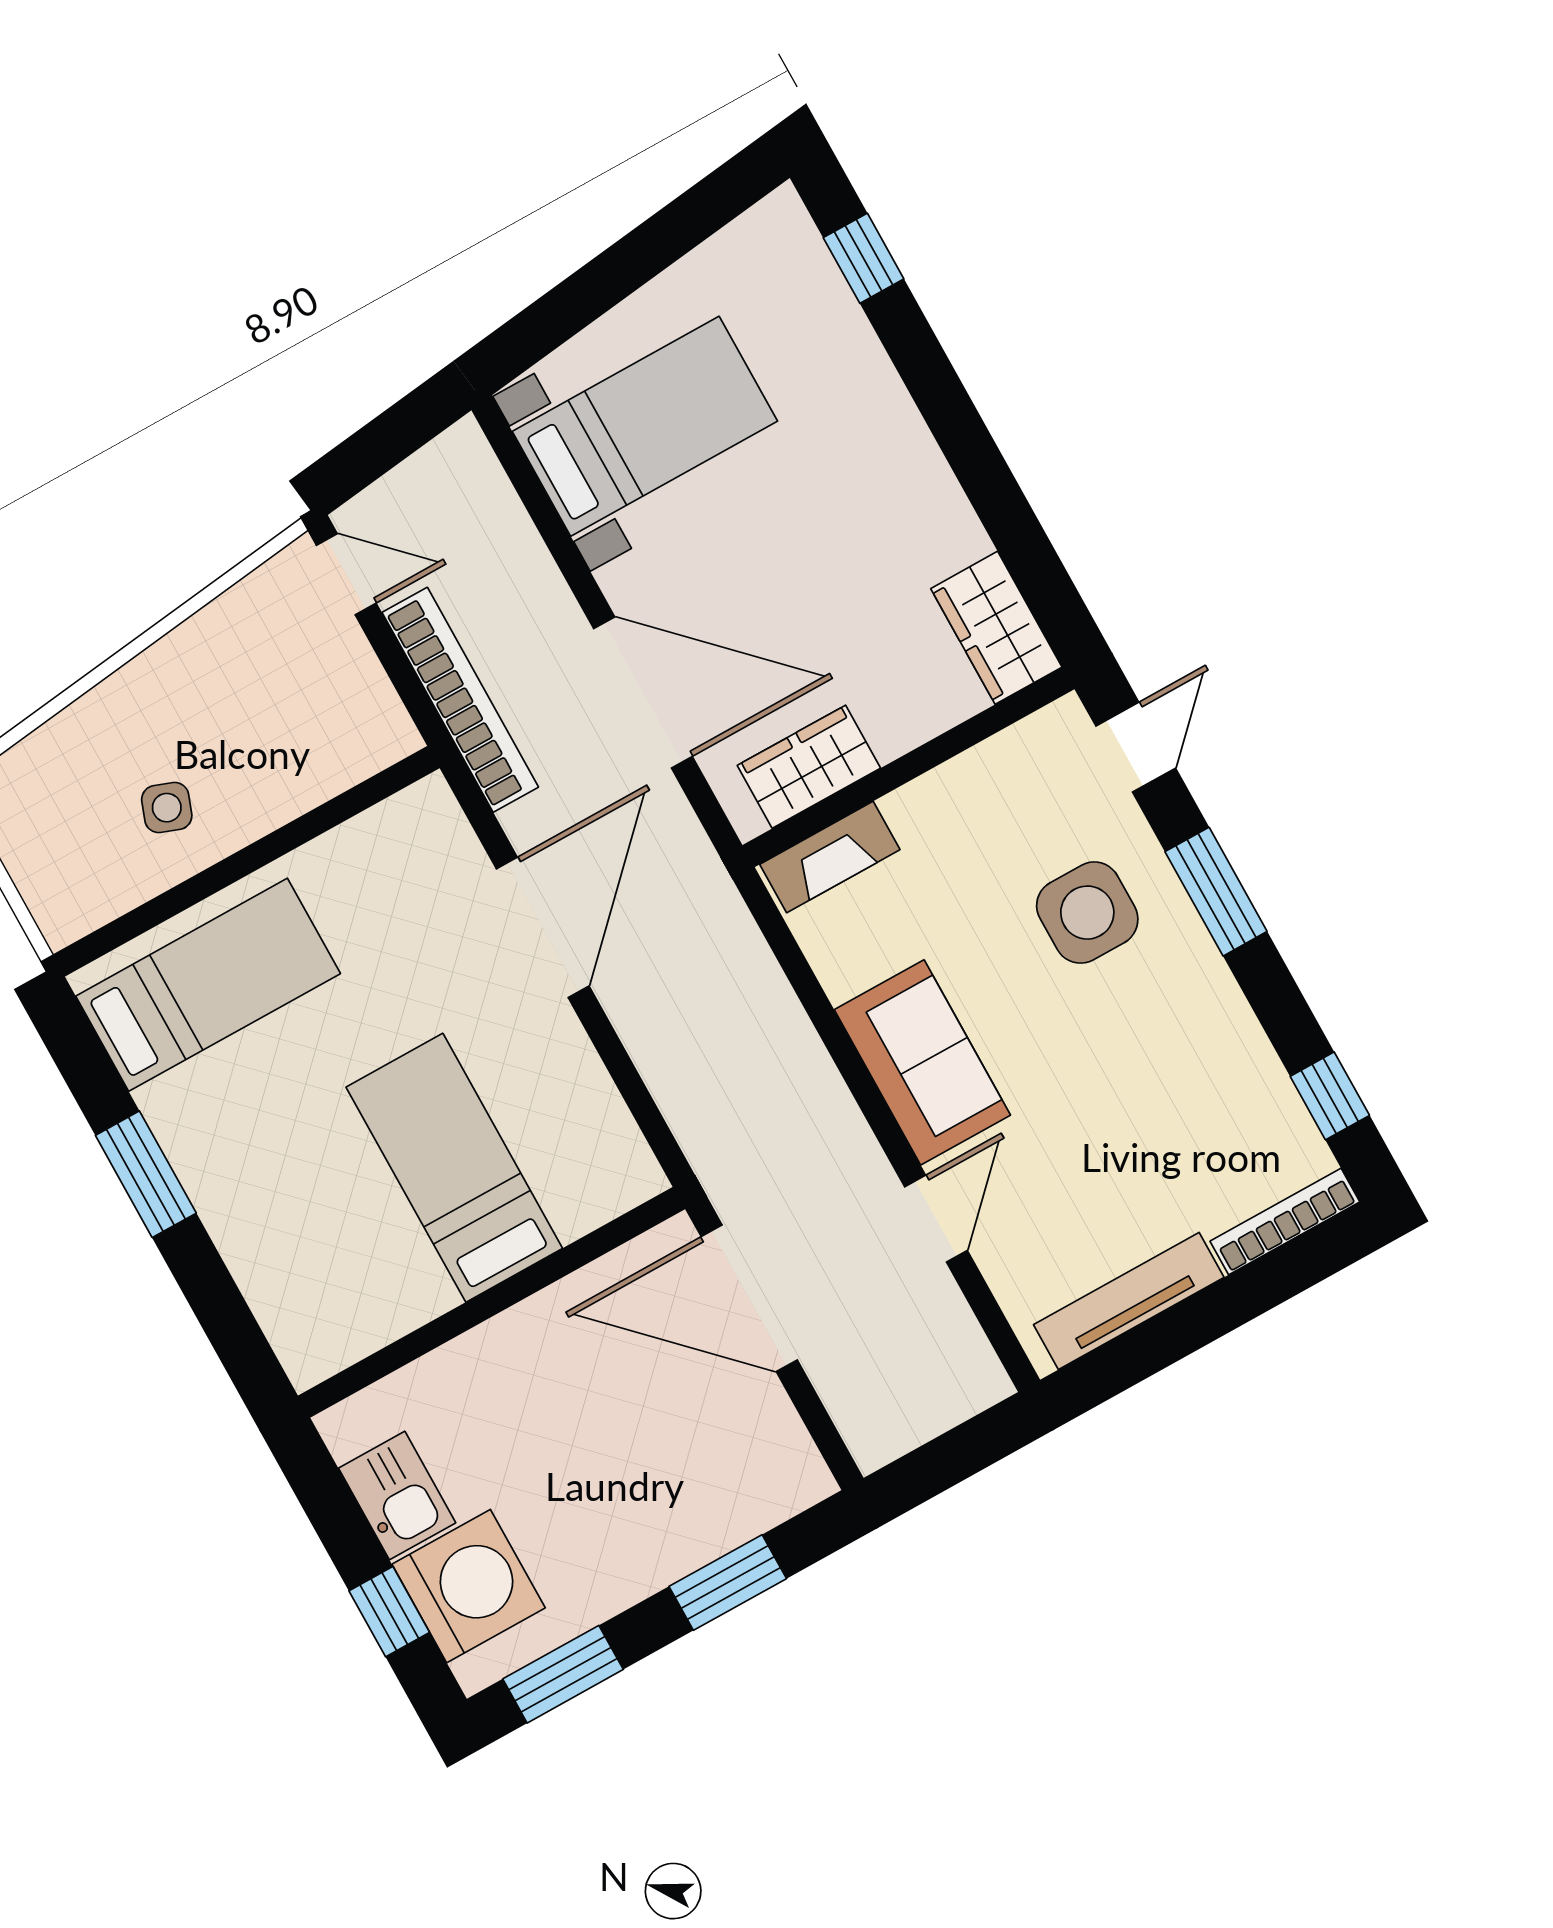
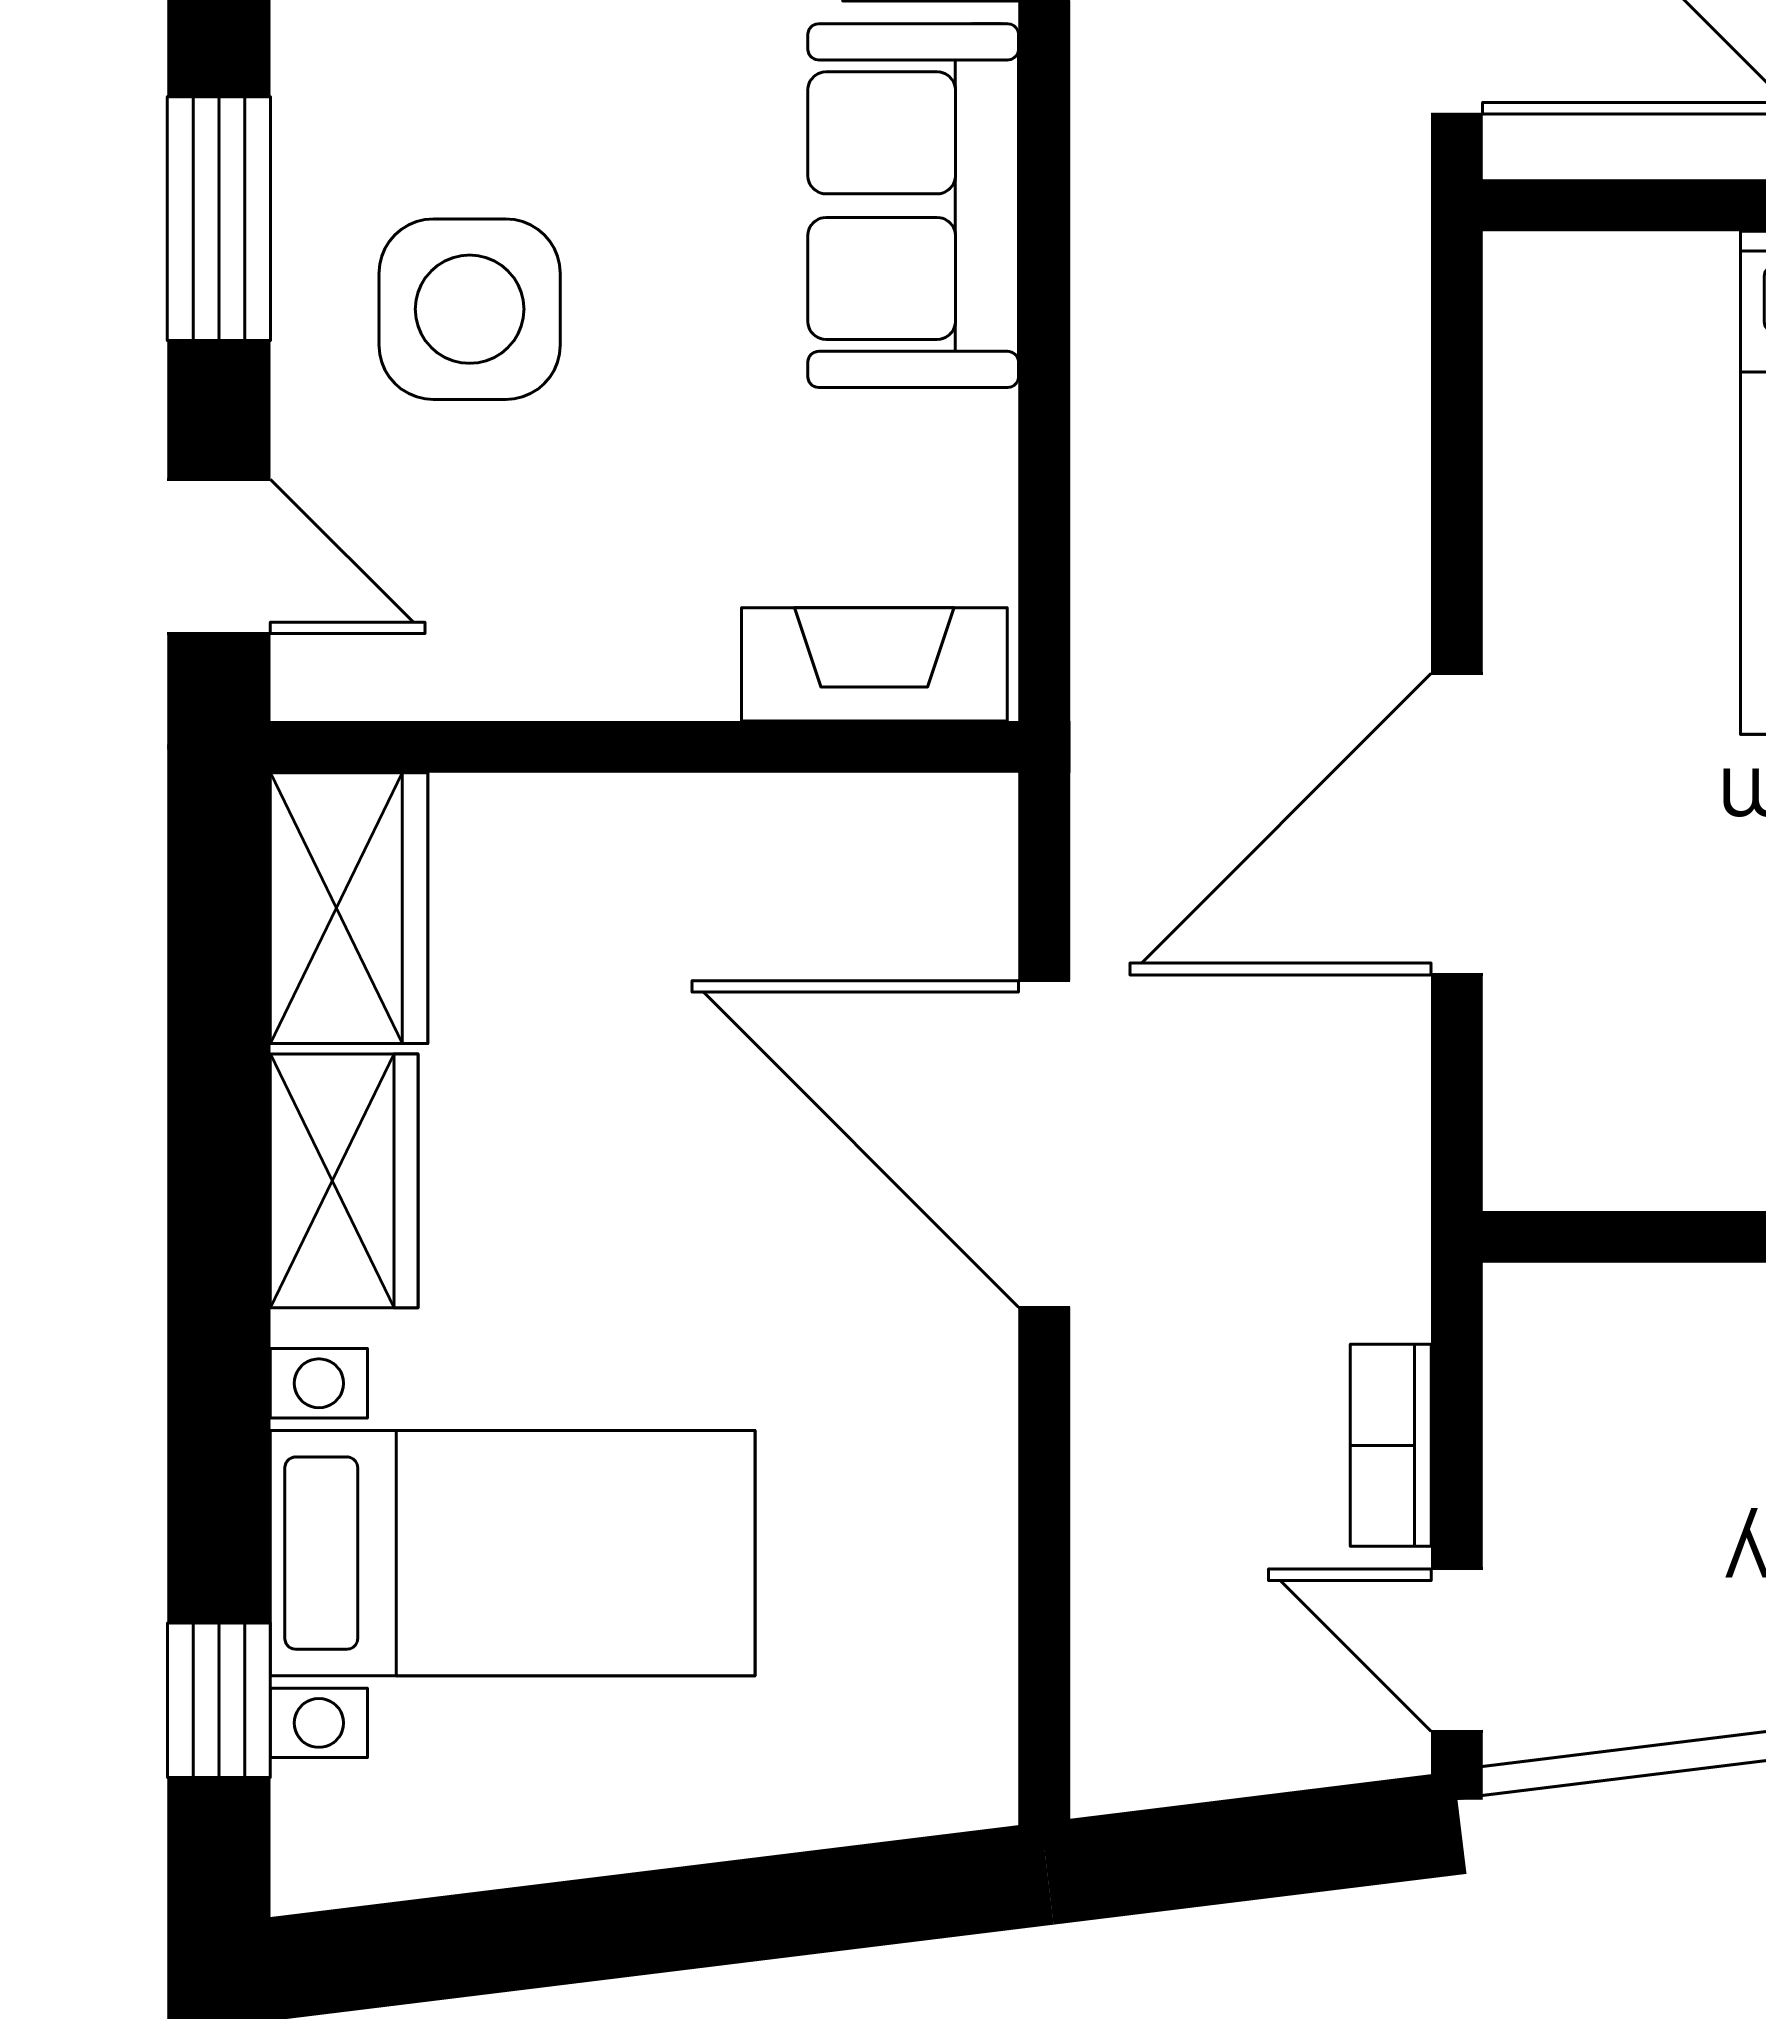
bed with nightstands: (645, 426) -> (513, 1553), moved, turned 180
bookcase: (460, 700) -> (1391, 1445), width x0.43, depth x0.76
door: (1136, 747) -> (219, 556), swing flipped
wardrobe: (809, 767) -> (344, 1181), moved, turned -90

